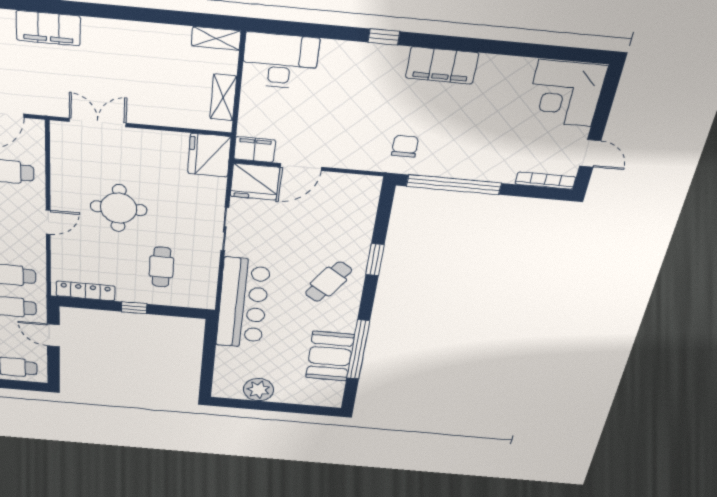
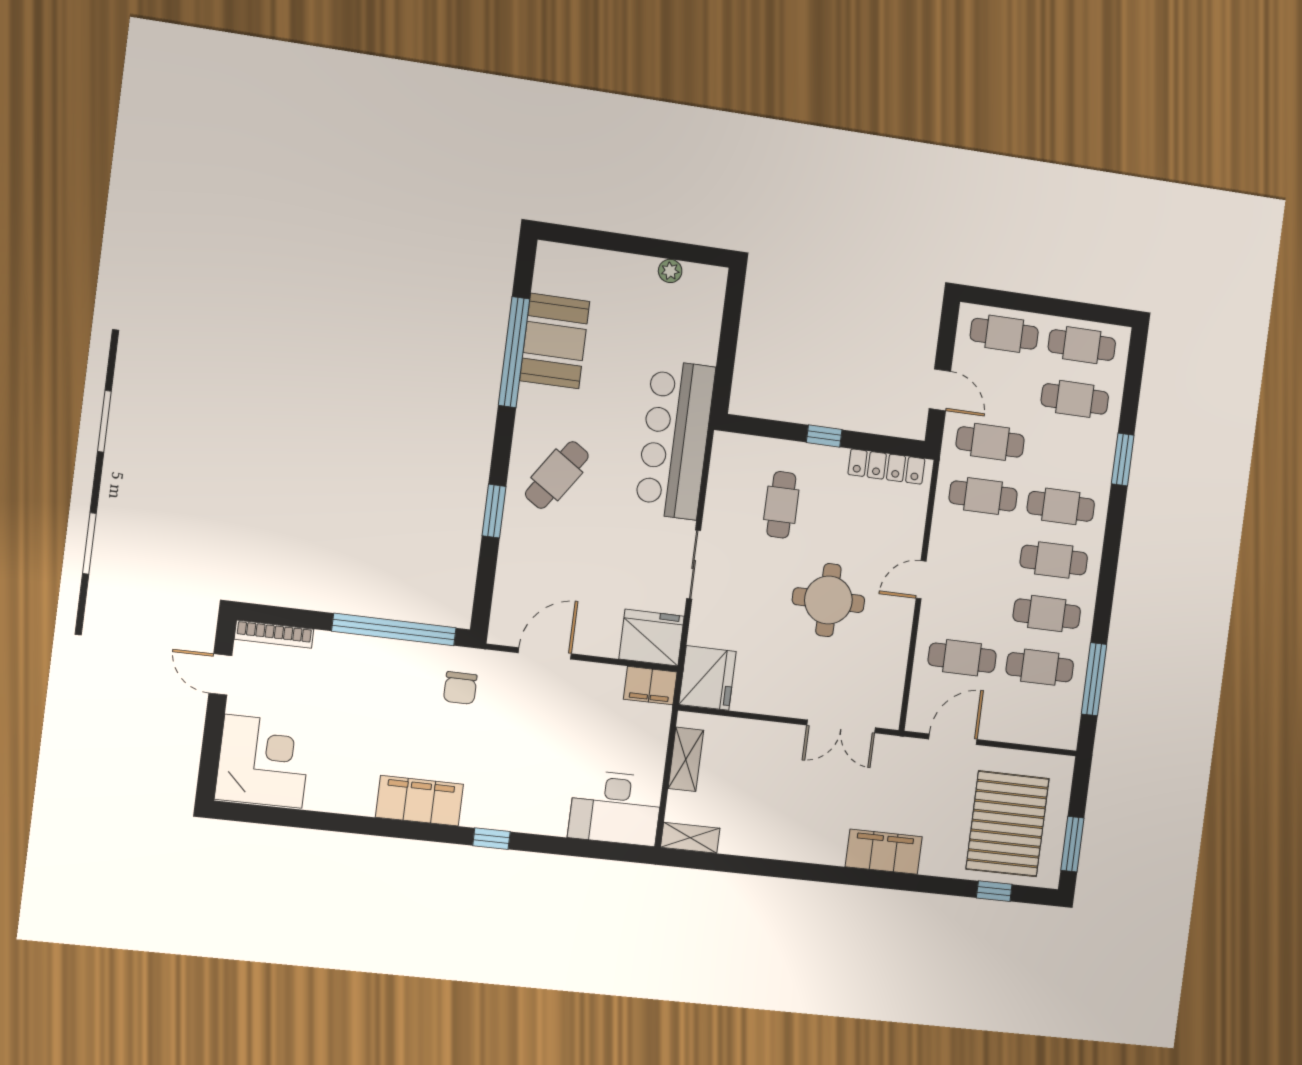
door: (301, 167) -> (545, 653), moved
plant: (259, 390) -> (670, 271), width x0.53, depth x0.53

